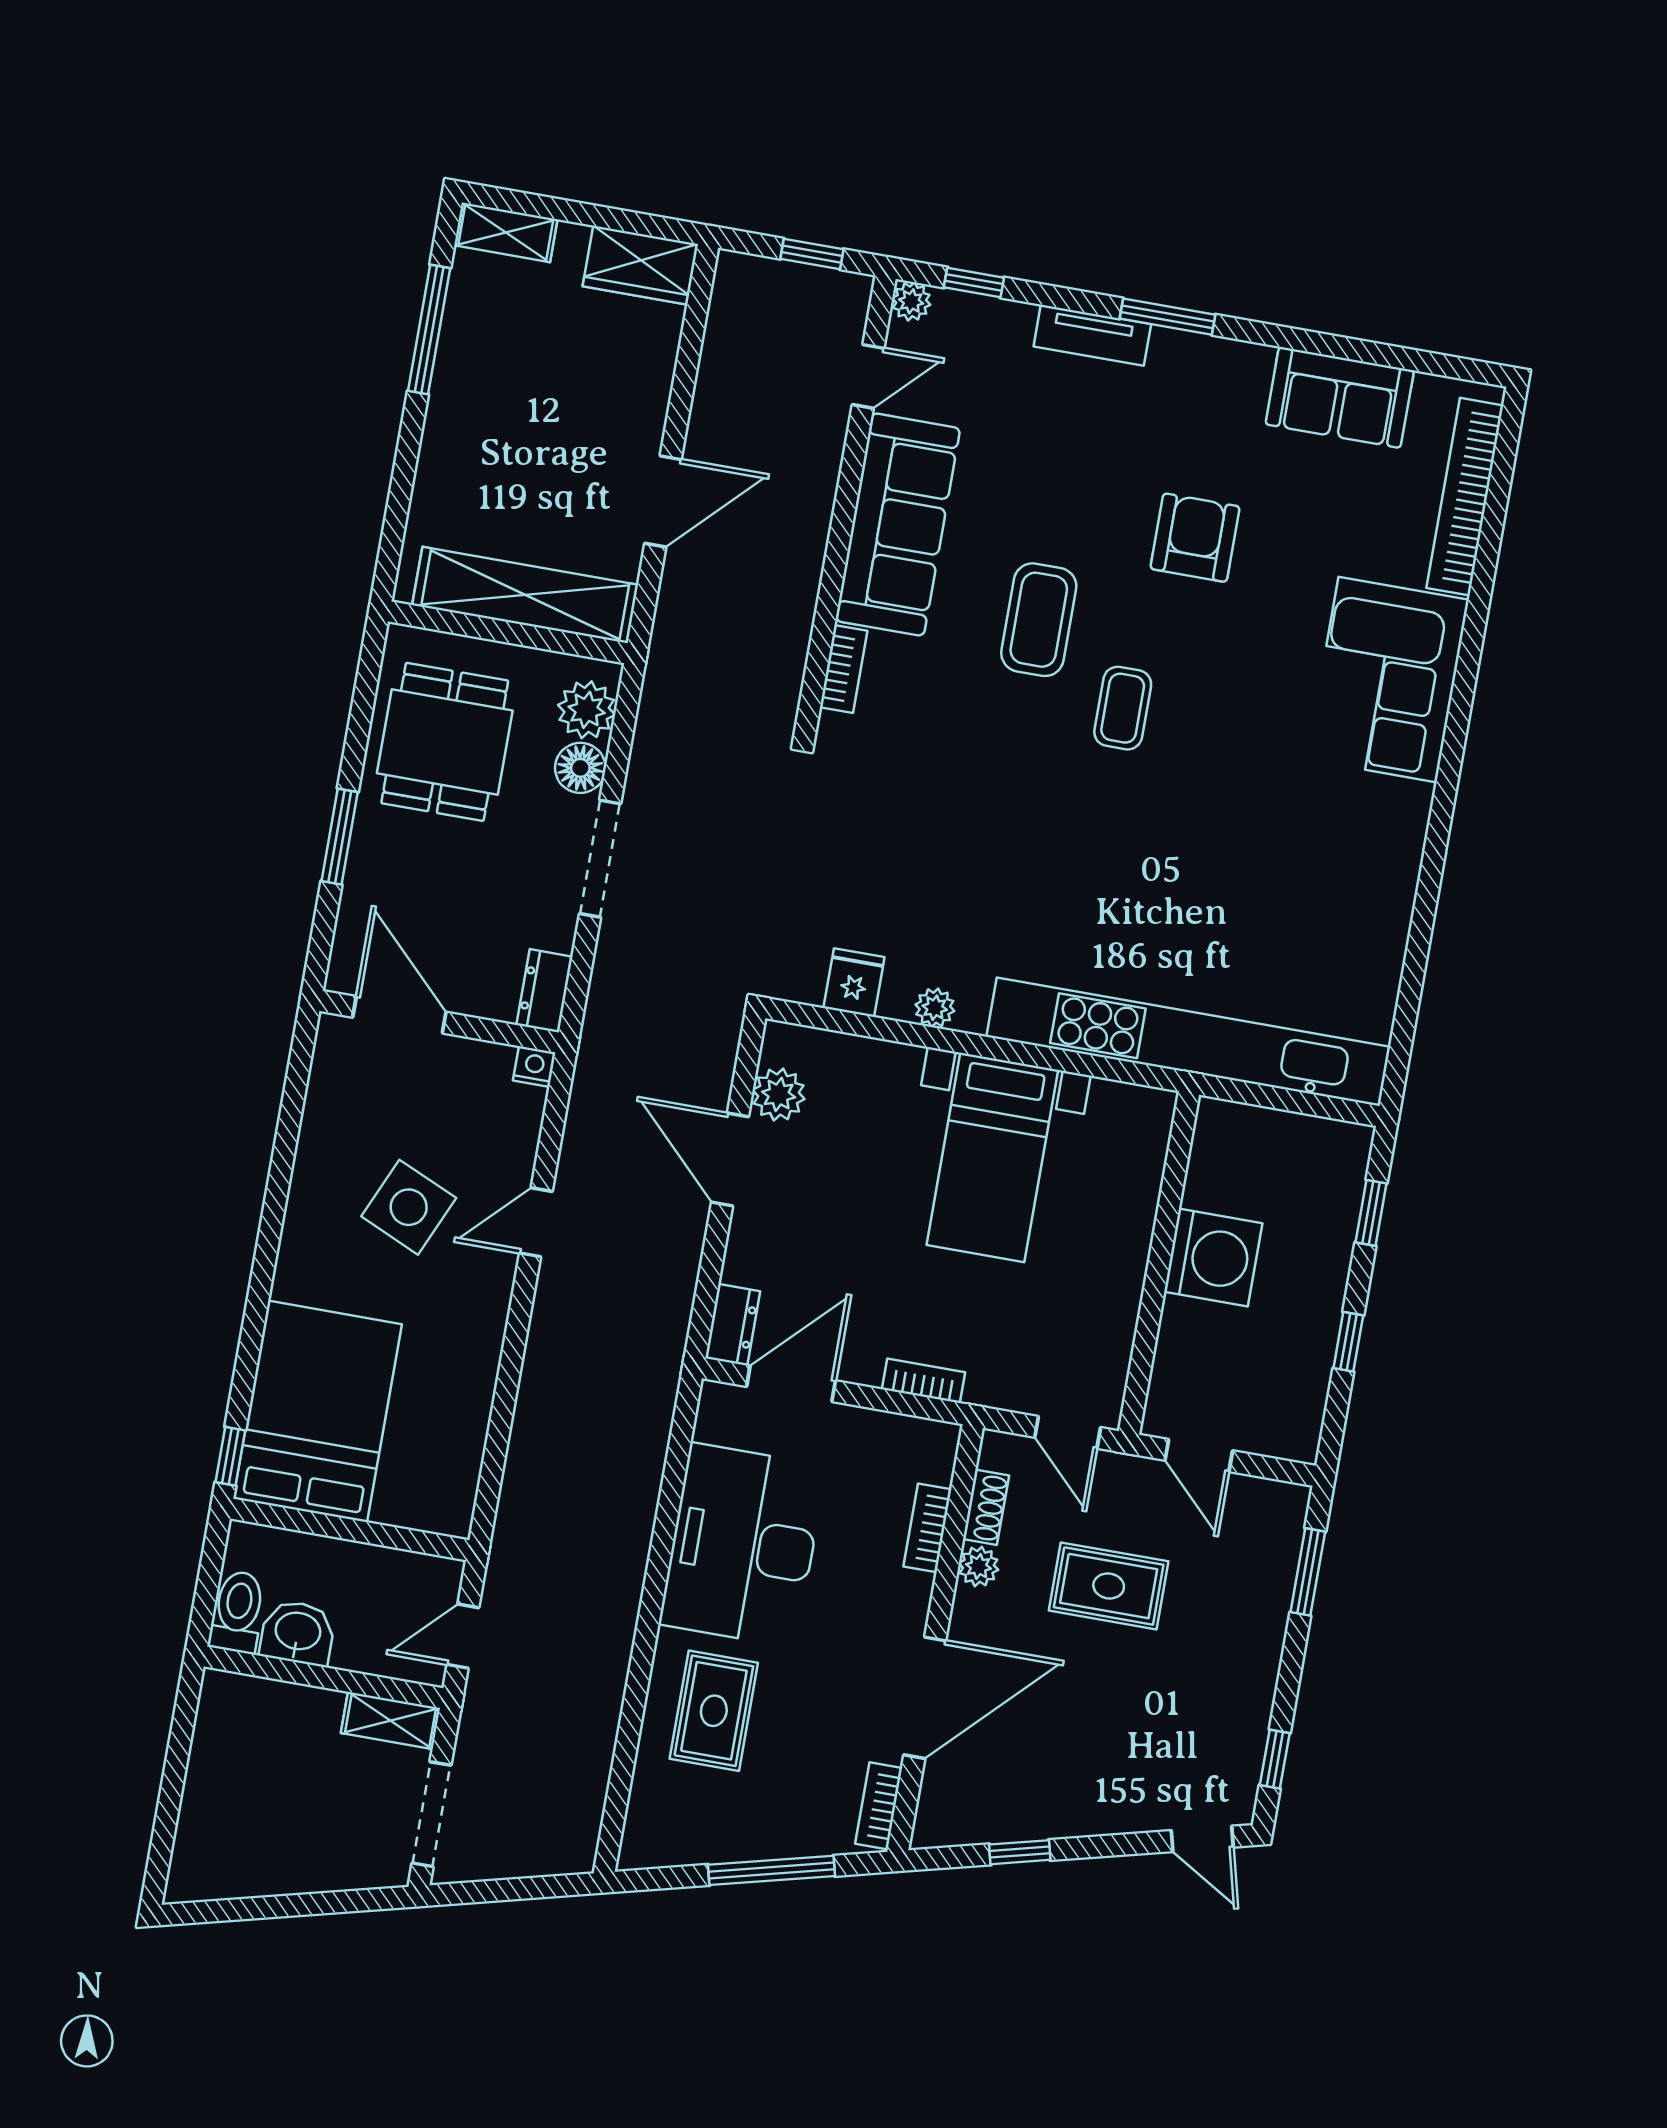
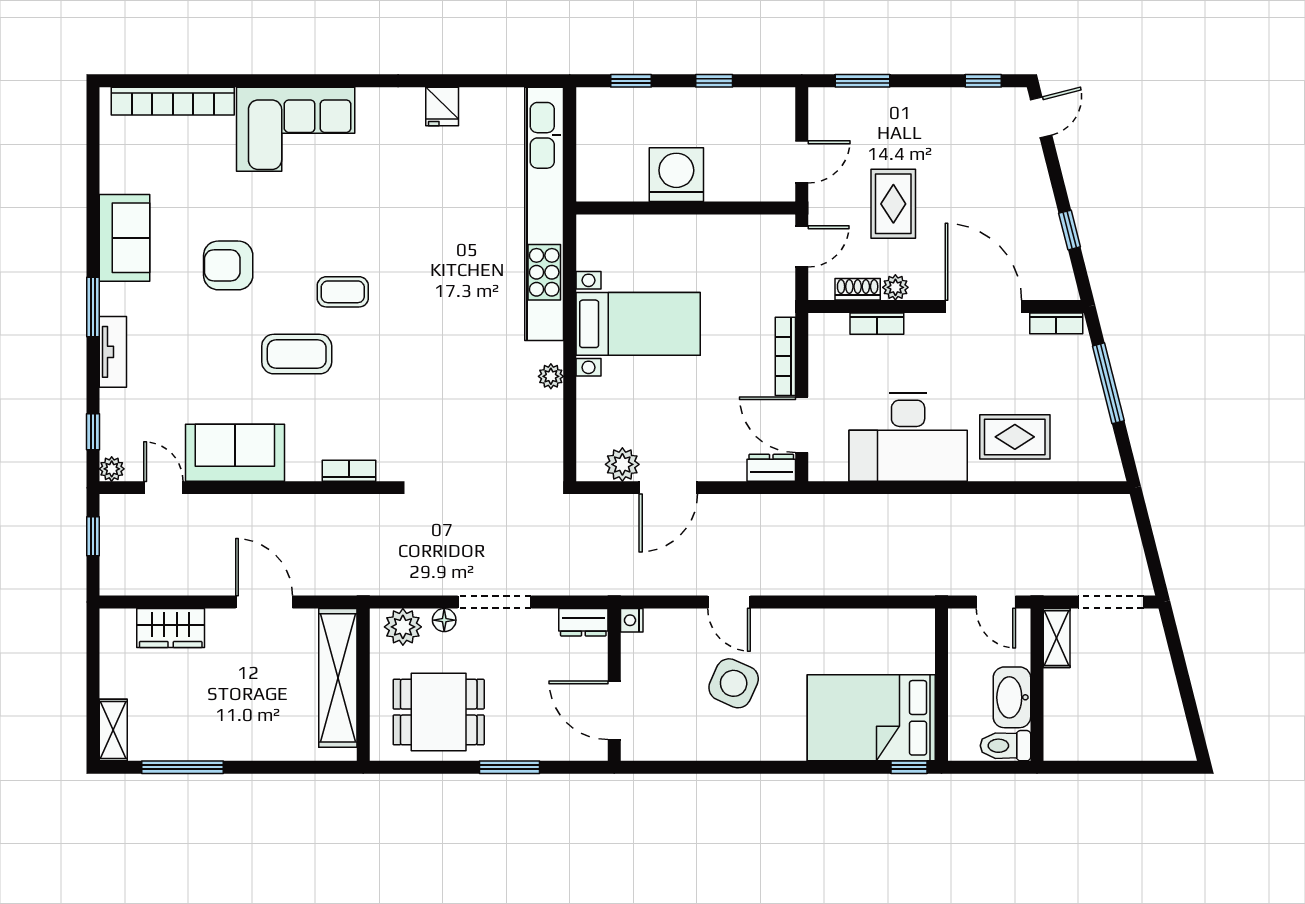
wardrobe: (640, 265) -> (171, 628), moved, turned 90
sofa: (1340, 397) -> (125, 238), moved
sofa: (898, 525) -> (235, 453), width x0.73
floor lamp: (580, 768) -> (444, 620), width x0.73, depth x0.73
fridge: (854, 983) -> (442, 107), moved, turned -90
door: (399, 1015) -> (614, 710), hinge flipped
bookcase: (924, 1381) -> (785, 356), width x1.56
washbasin: (298, 1633) -> (1012, 697), width x1.38

